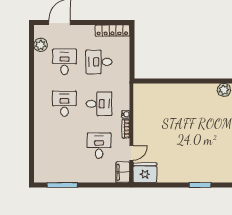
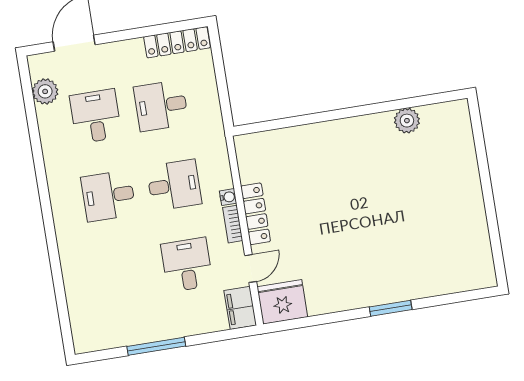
desk: (64, 104) -> (108, 196), turned -90
locker: (139, 125) -> (256, 214), added
window: (62, 185) -> (156, 346), moved

